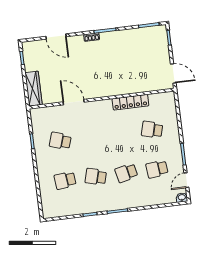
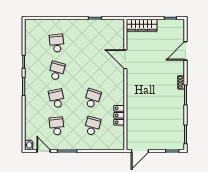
door: (74, 102) -> (125, 59), swing flipped
locker: (130, 102) -> (119, 115), width x0.66
school desk: (60, 141) -> (92, 98), moved

